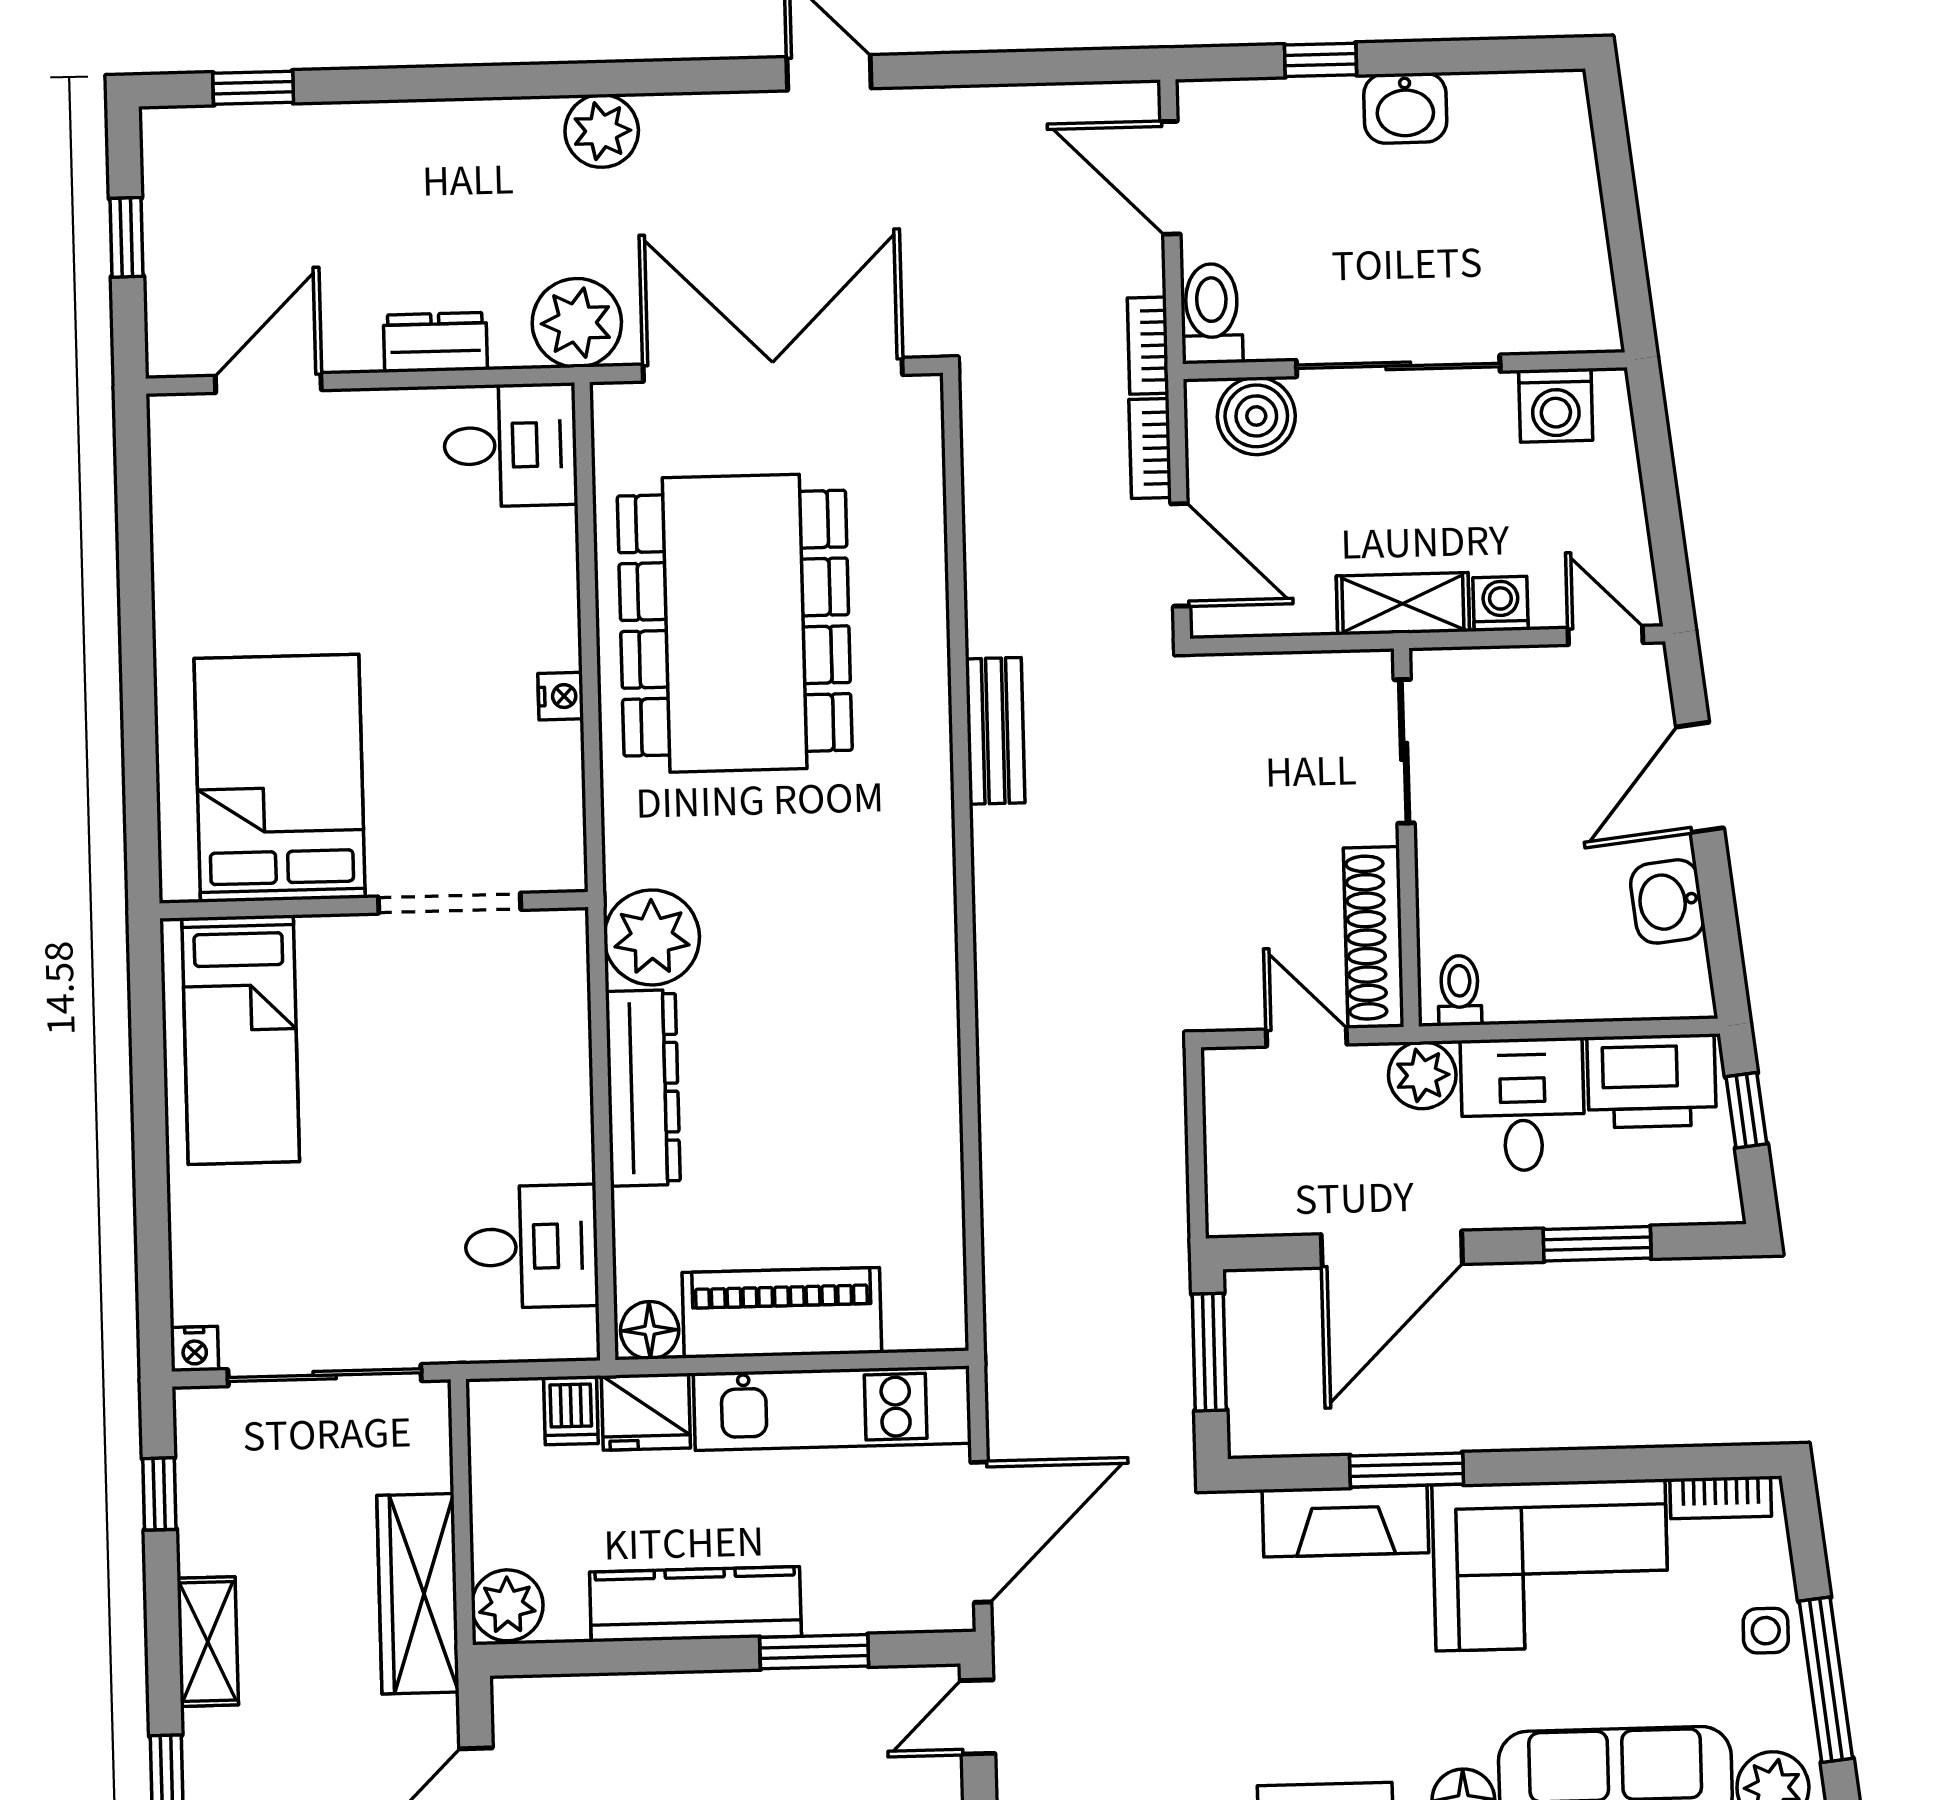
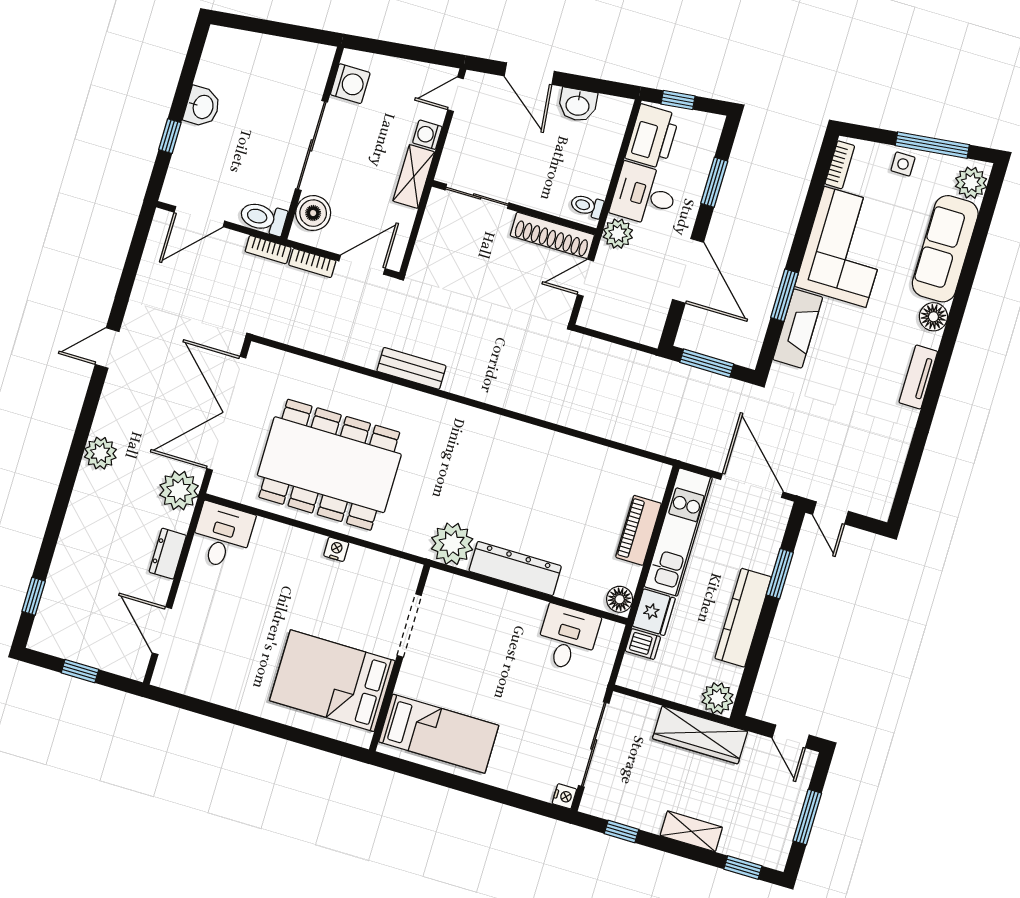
piano: (782, 1313) -> (638, 530), width x0.73, depth x0.75

